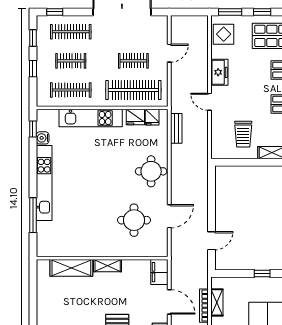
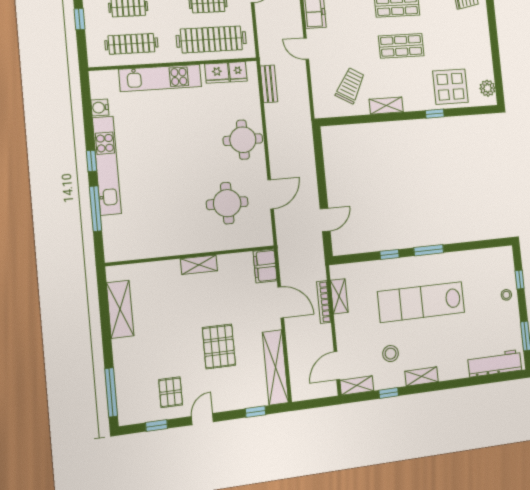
window: (33, 129) -> (92, 161), moved
trolley: (243, 134) -> (350, 86), turned -150
shelving: (71, 268) -> (120, 309), moved, turned 90

